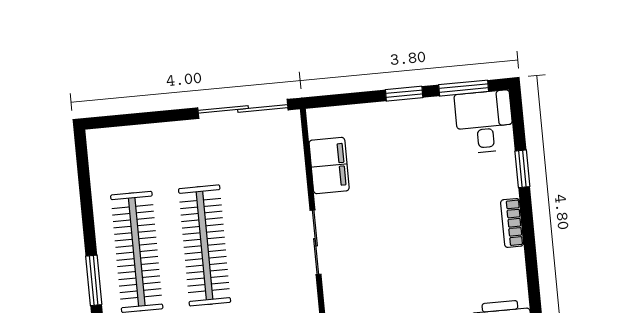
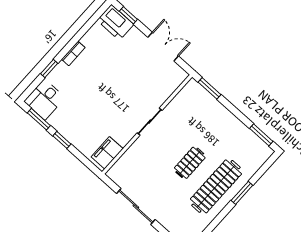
sliding door: (243, 109) -> (136, 206), moved
filing cabinet: (329, 165) -> (107, 153), moved
clothes rail: (205, 245) -> (190, 163), width x0.54, depth x0.76

